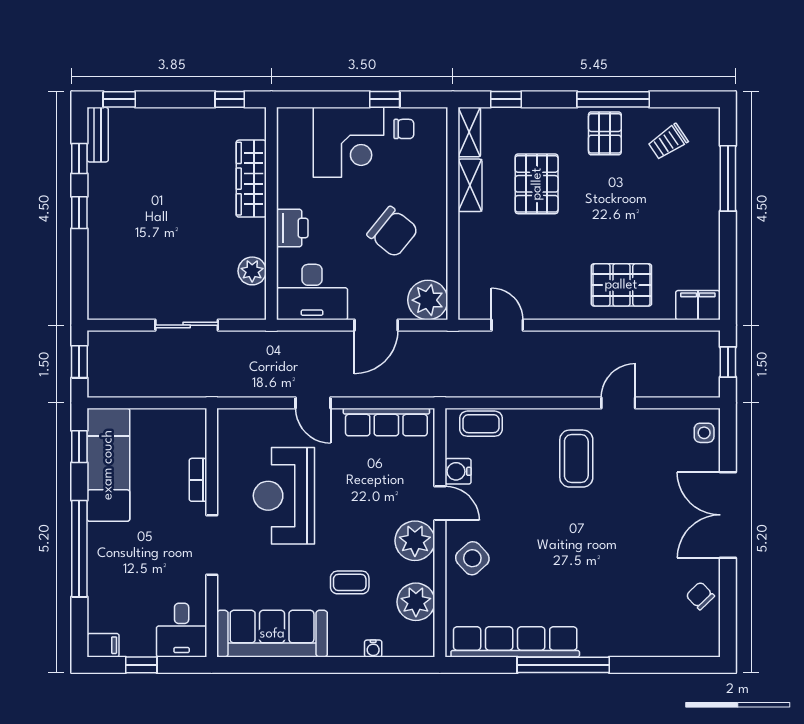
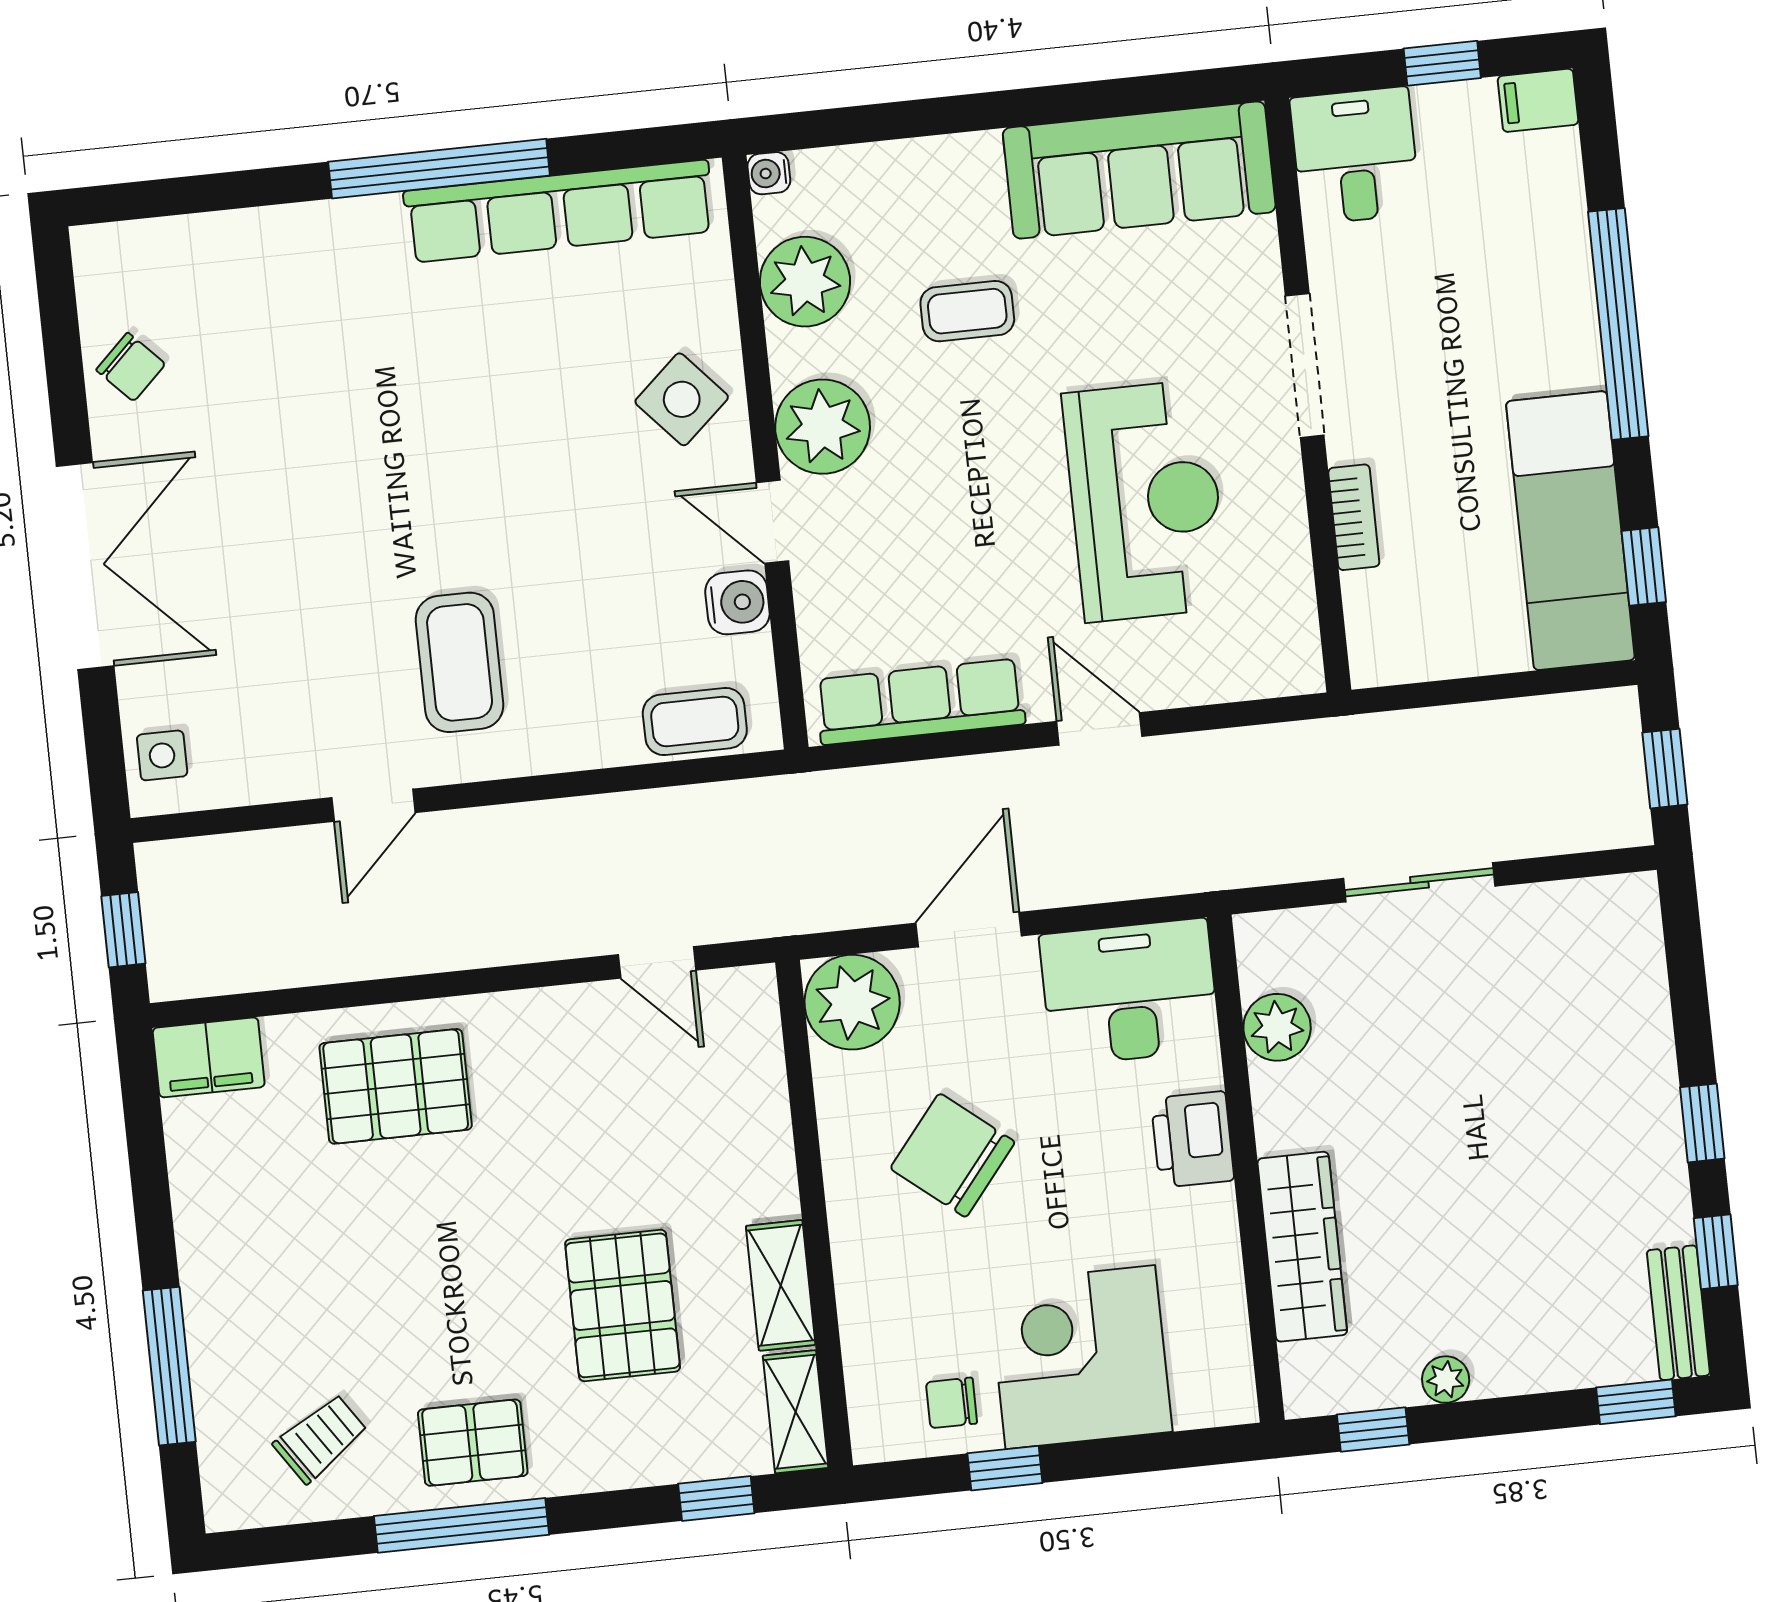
plant: (197, 117) -> (1446, 1380), added
pallet: (605, 133) -> (473, 1443), turned 90
water cooler: (373, 648) -> (769, 173), moved, turned -90

